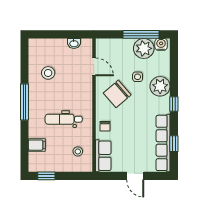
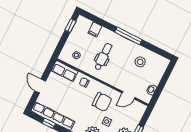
chair: (117, 94) -> (102, 102), turned 131
door: (135, 176) -> (40, 86), hinge flipped

